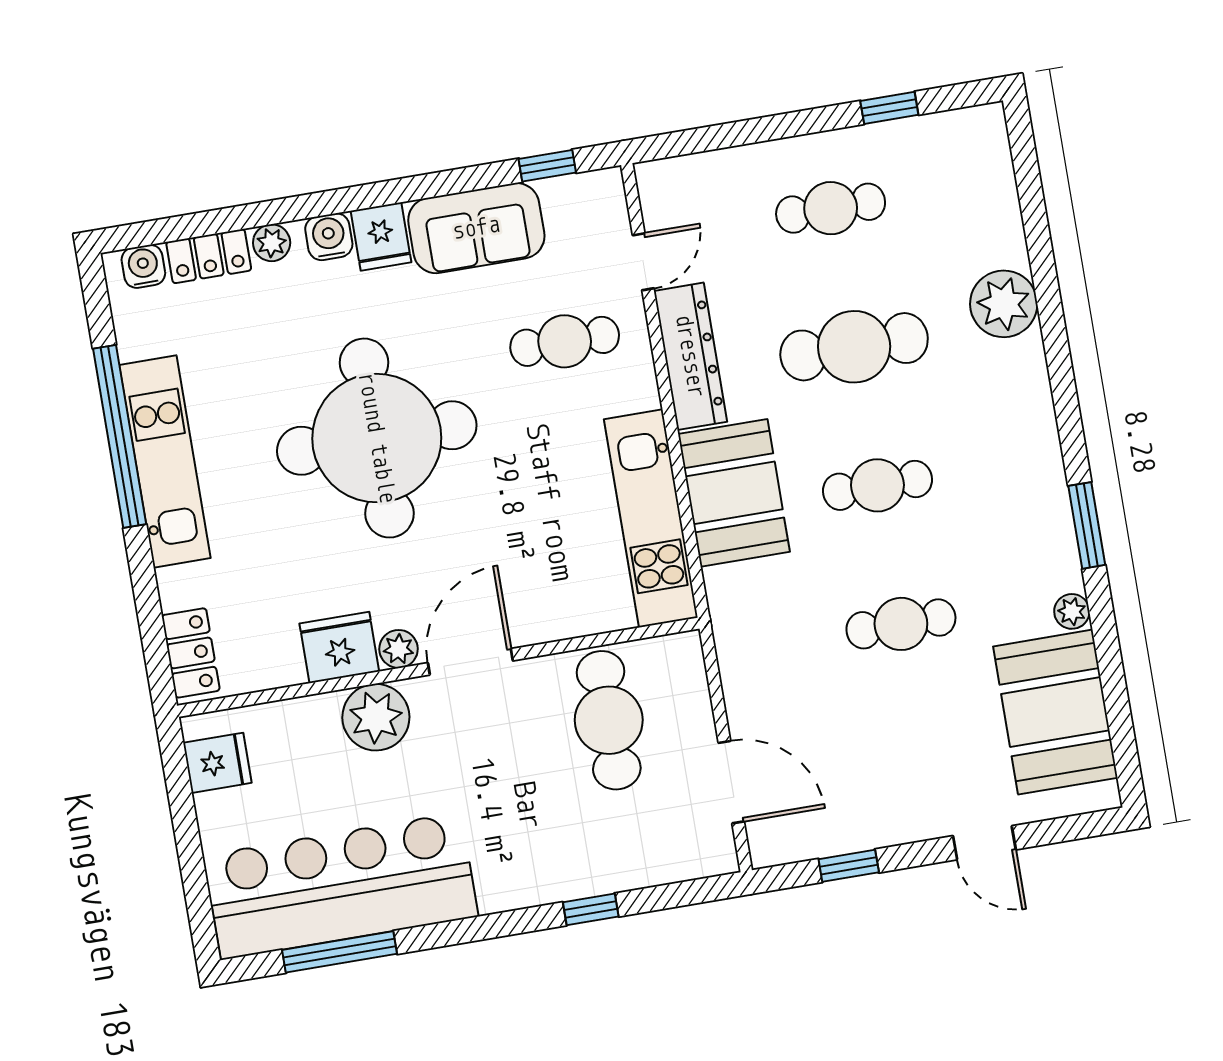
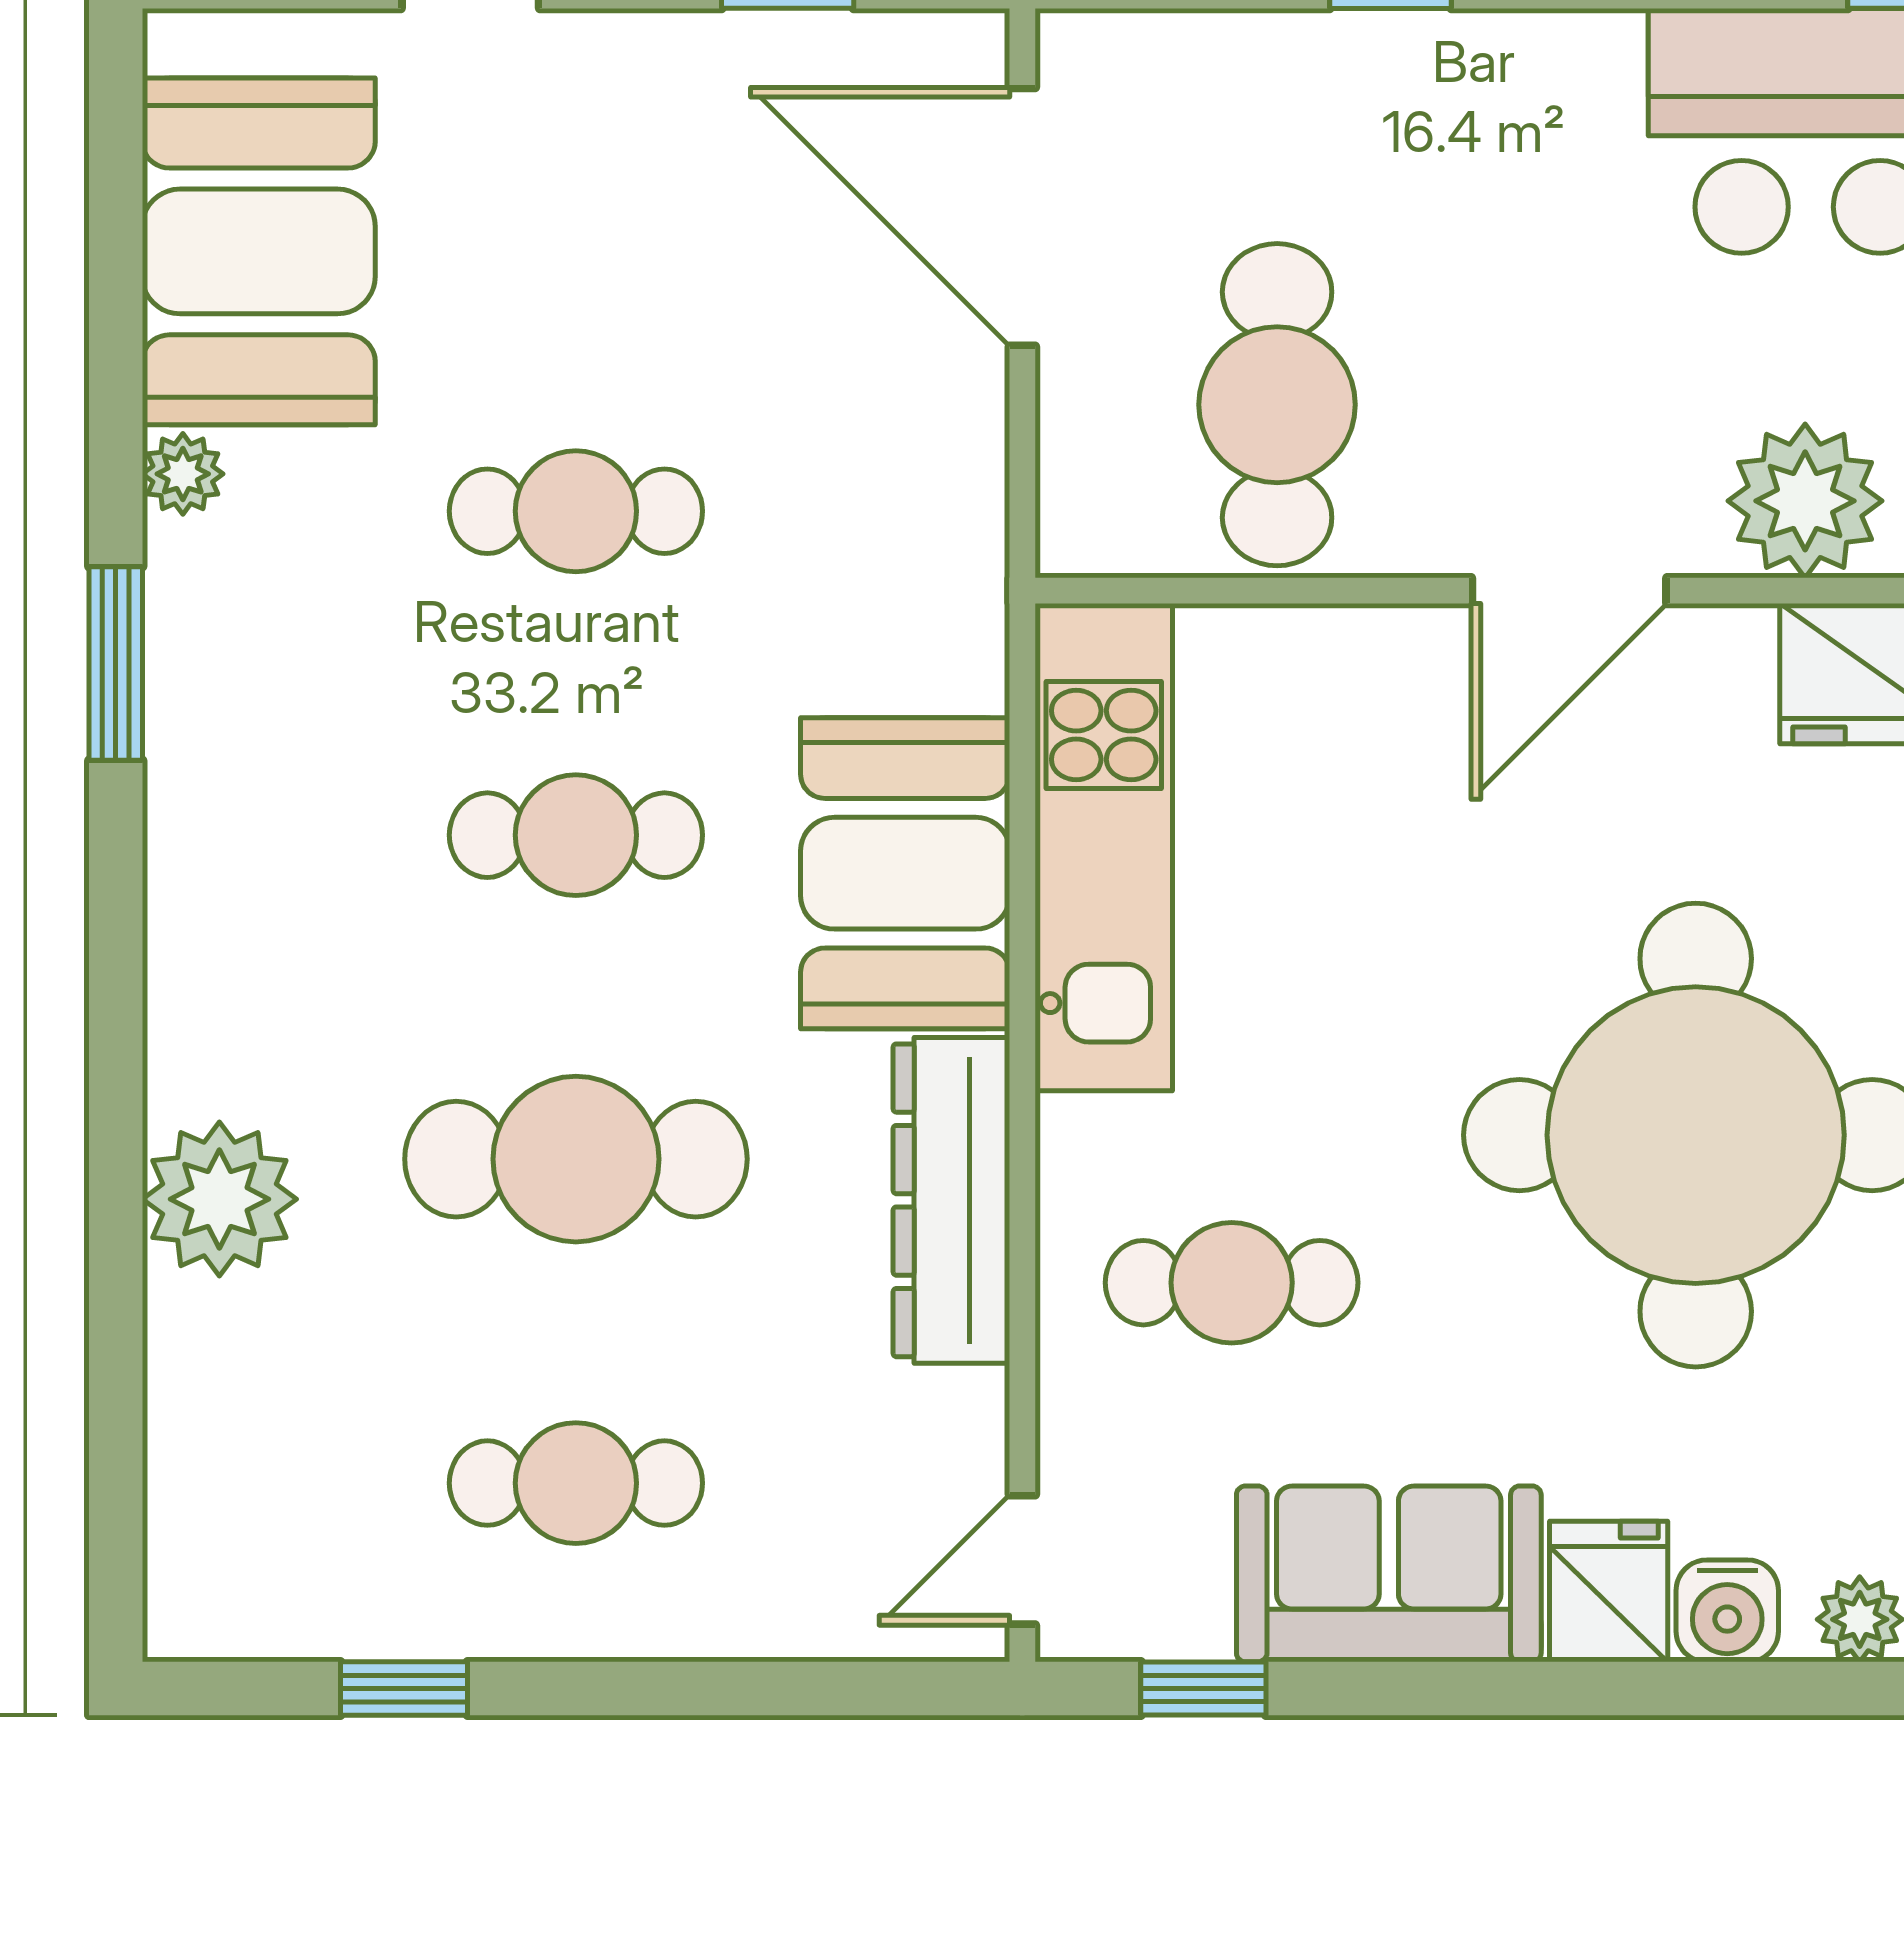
door: (643, 262) -> (1022, 1560), moved
plant: (399, 649) -> (1727, 648), removed
door: (731, 782) -> (1022, 217), width x1.36

